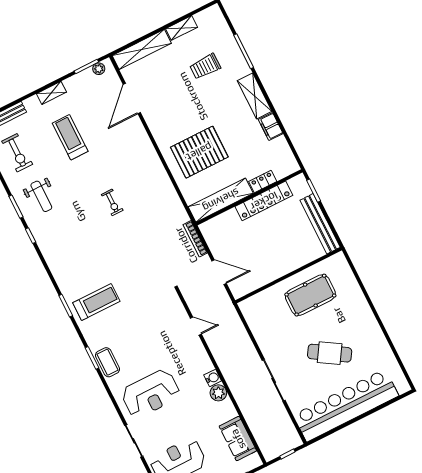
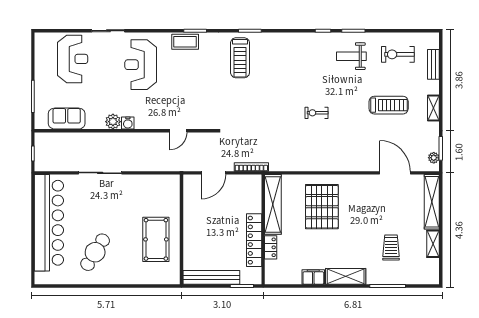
cafe table: (330, 353) -> (95, 252), moved

